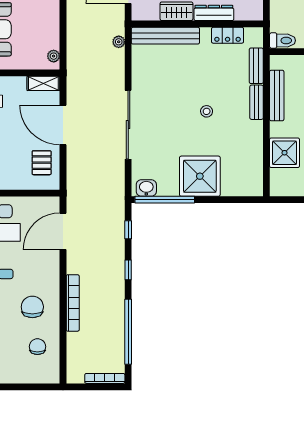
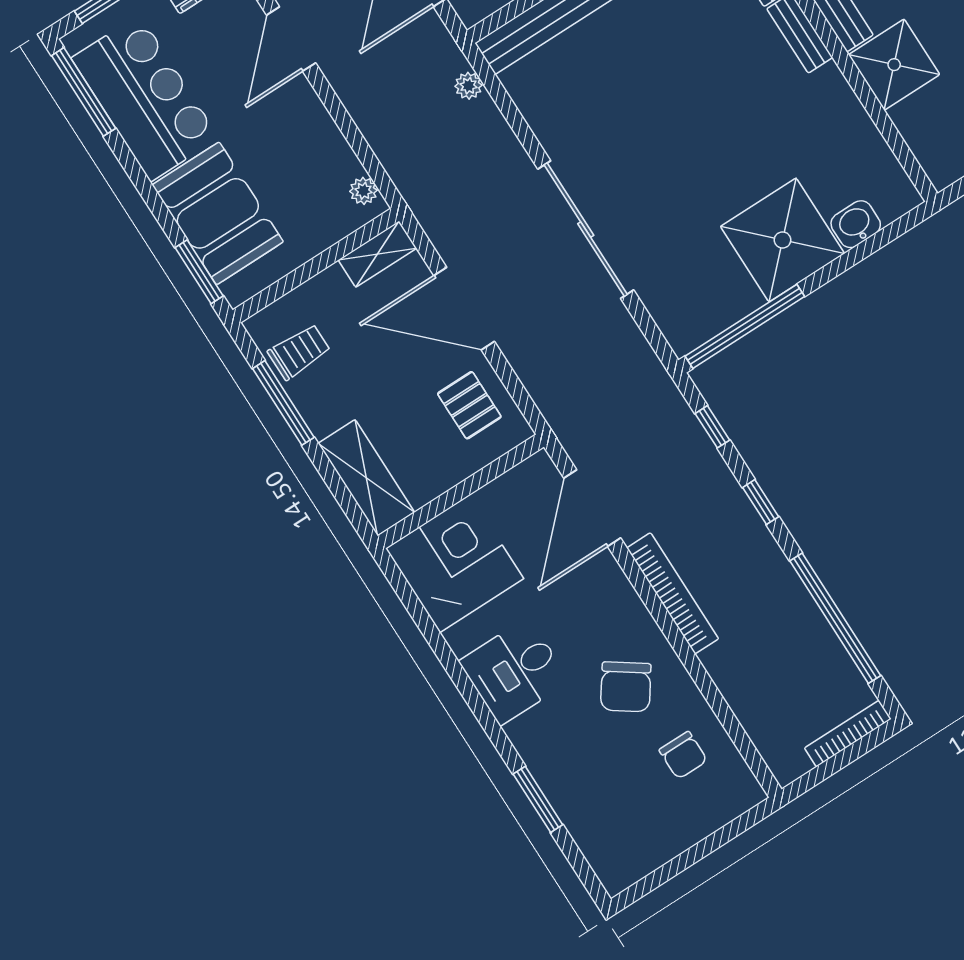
stool: (207, 111) -> (717, 110), removed
shower: (285, 153) -> (894, 65), moved
washbasin: (146, 188) -> (856, 224), moved
bookcase: (73, 303) -> (673, 593), moved
chair: (32, 307) -> (626, 687), turned -145
chair: (37, 347) -> (683, 755), turned 180

